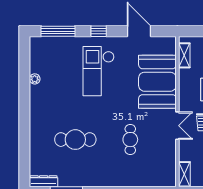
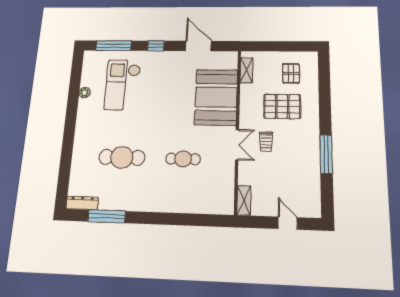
checkout: (99, 71) -> (123, 85), moved
cafe table: (130, 140) -> (183, 159), turned 90

